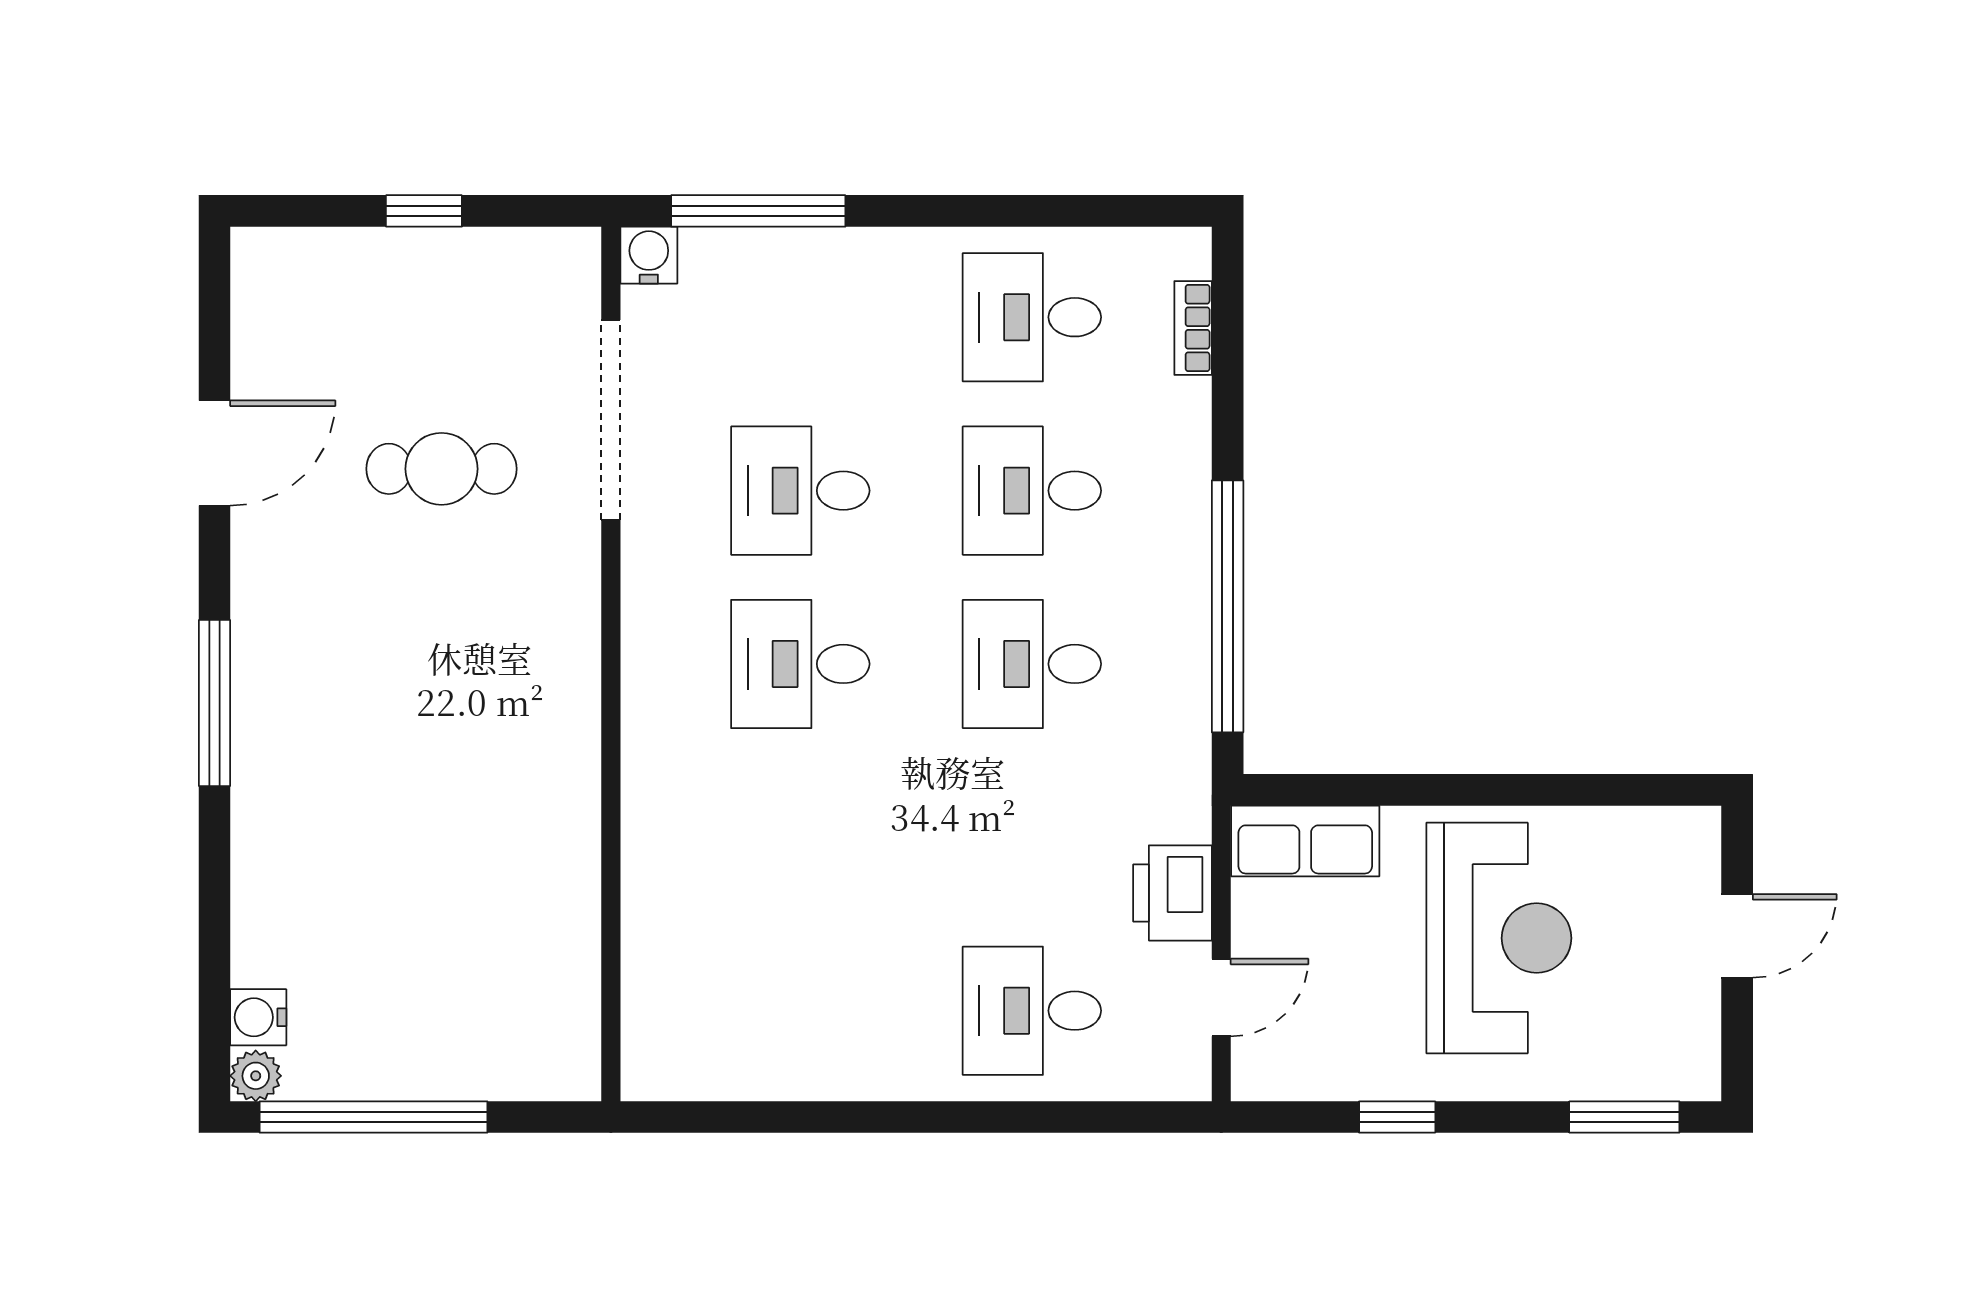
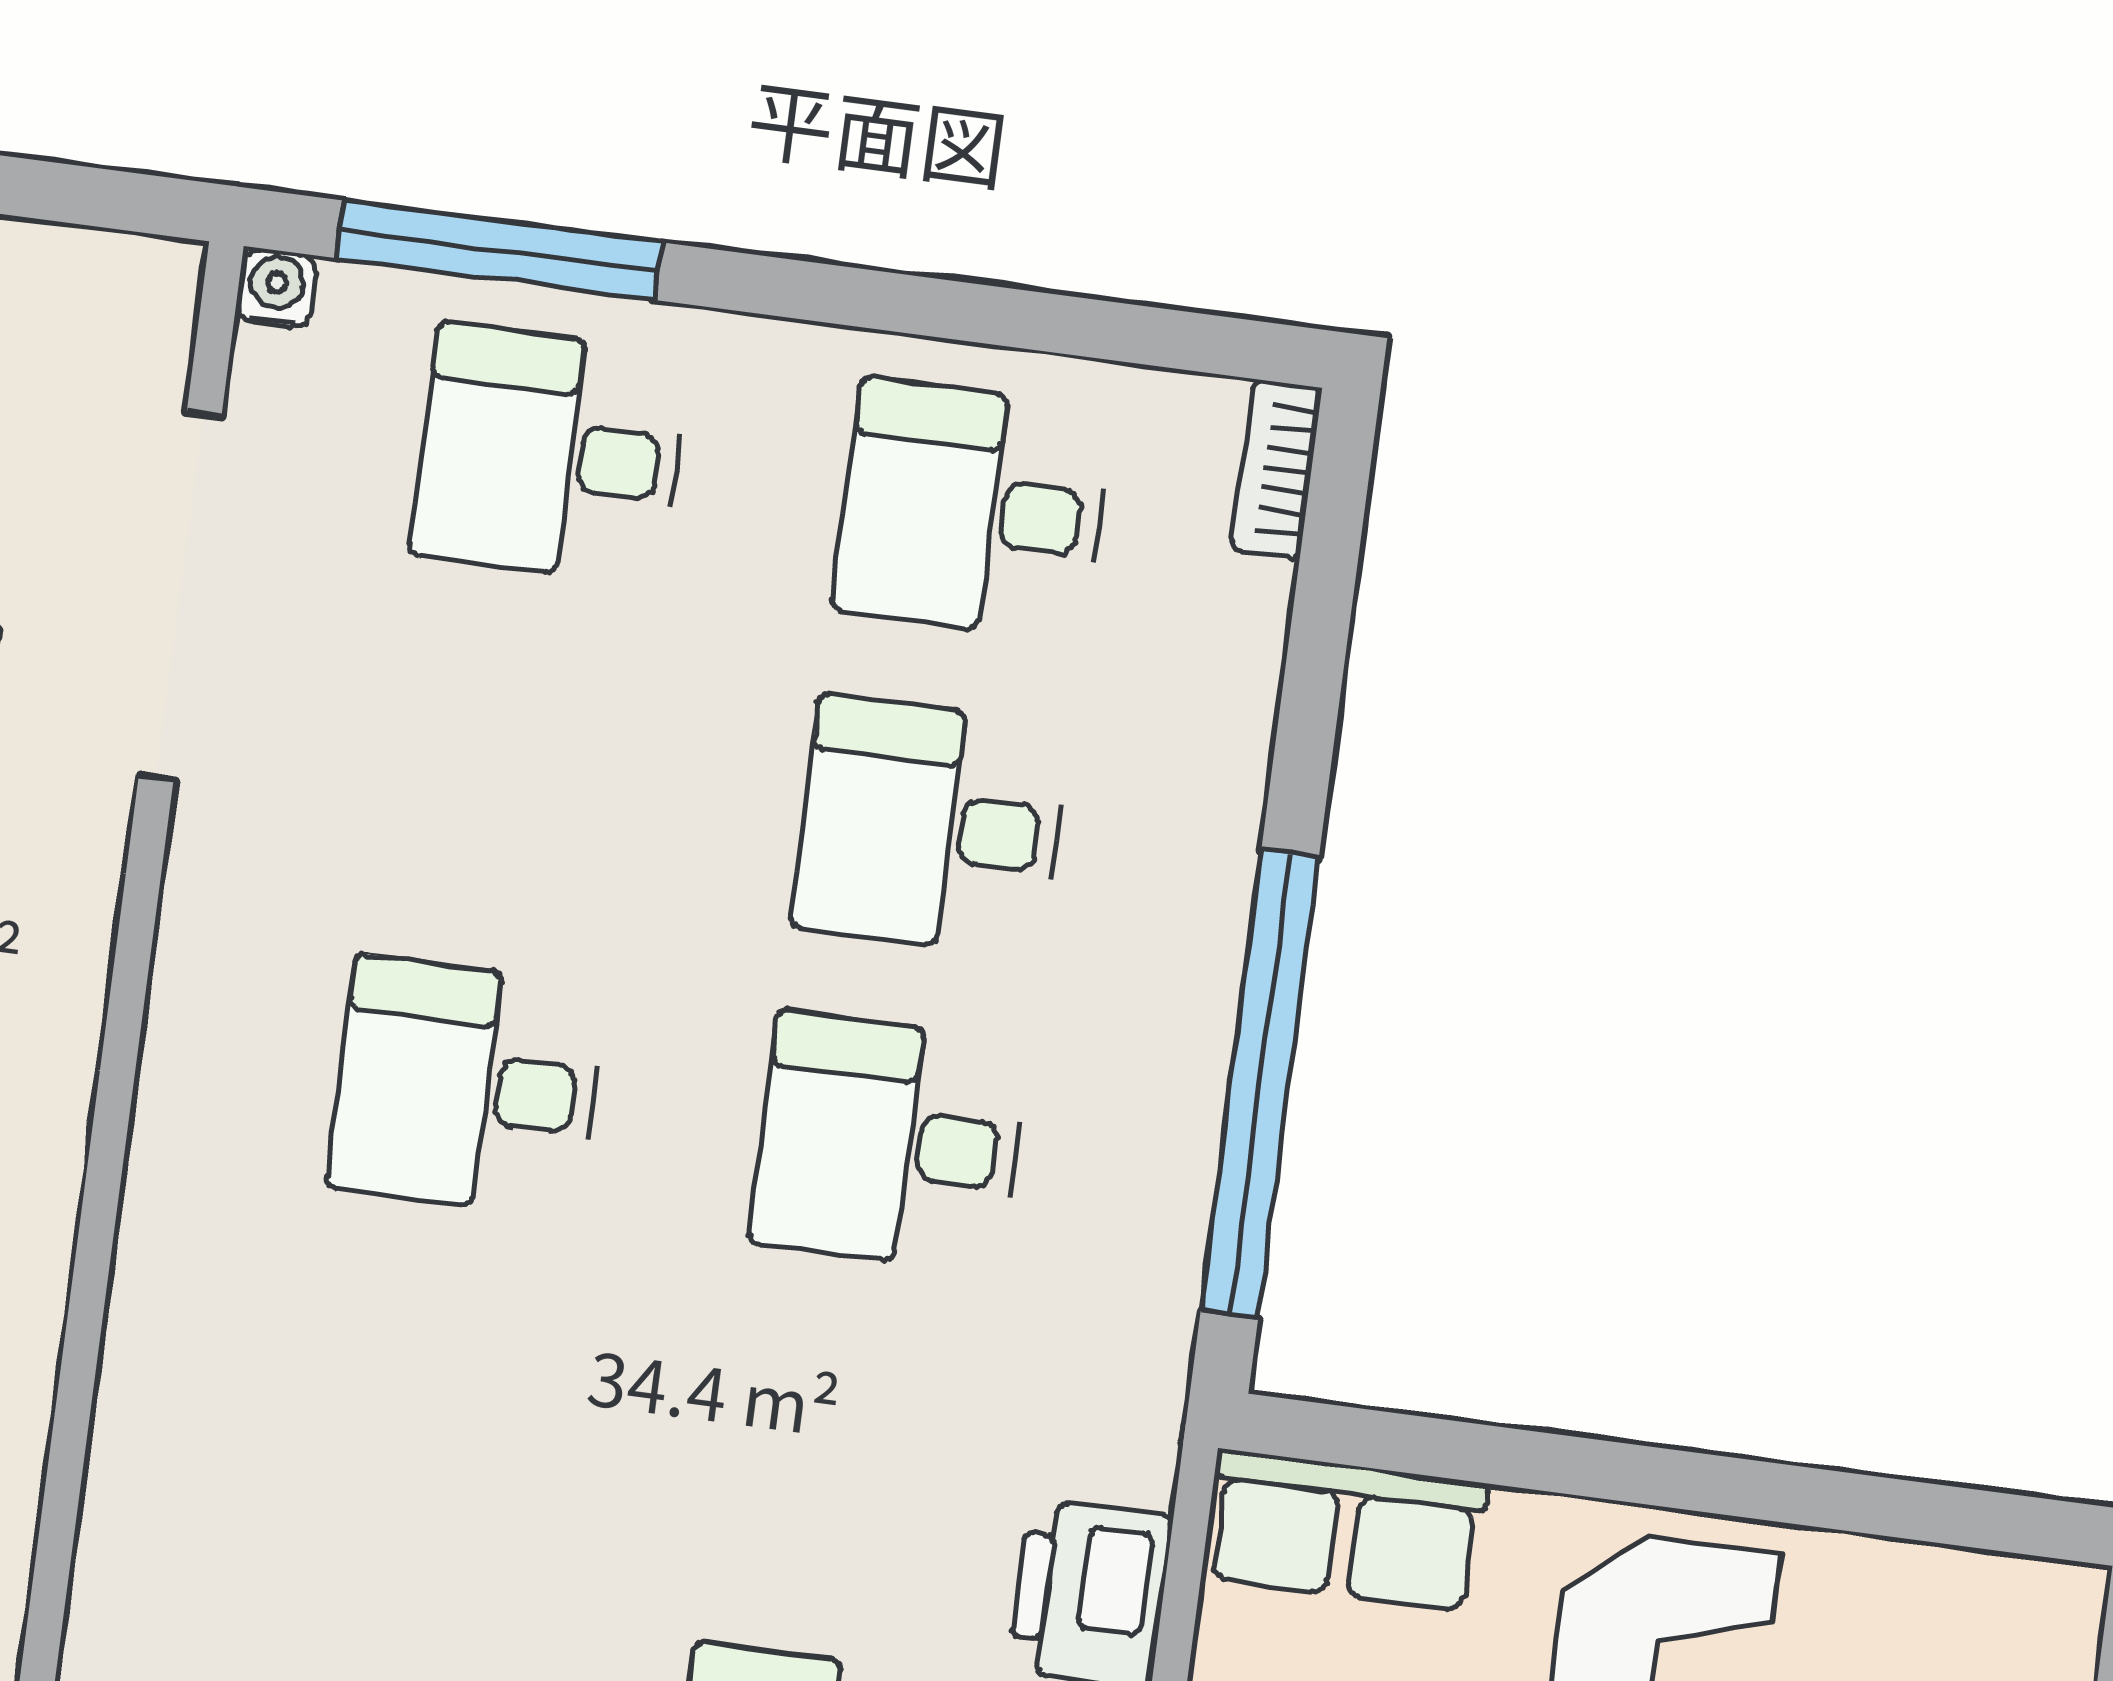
water cooler: (649, 255) -> (276, 288), width x0.72, depth x0.72
bookcase: (1193, 328) -> (1277, 469), moved
desk: (800, 491) -> (550, 454), moved

